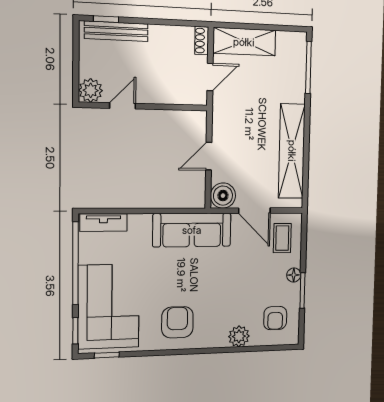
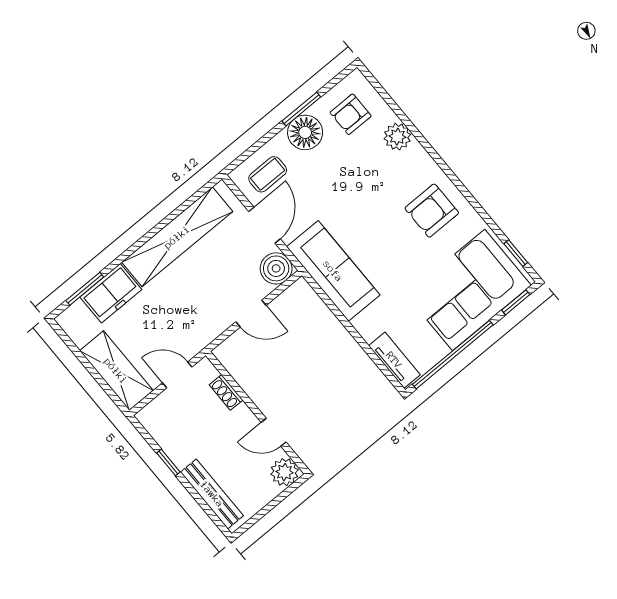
window: (106, 19) -> (168, 462), moved
shoe rack: (202, 41) -> (226, 392), moved, turned 90
window: (308, 67) -> (85, 289), width x0.69
freezer: (293, 81) -> (111, 293), added
floor lamp: (294, 275) -> (305, 132), width x1.89, depth x1.89
armchair: (275, 318) -> (351, 114), turned 180

